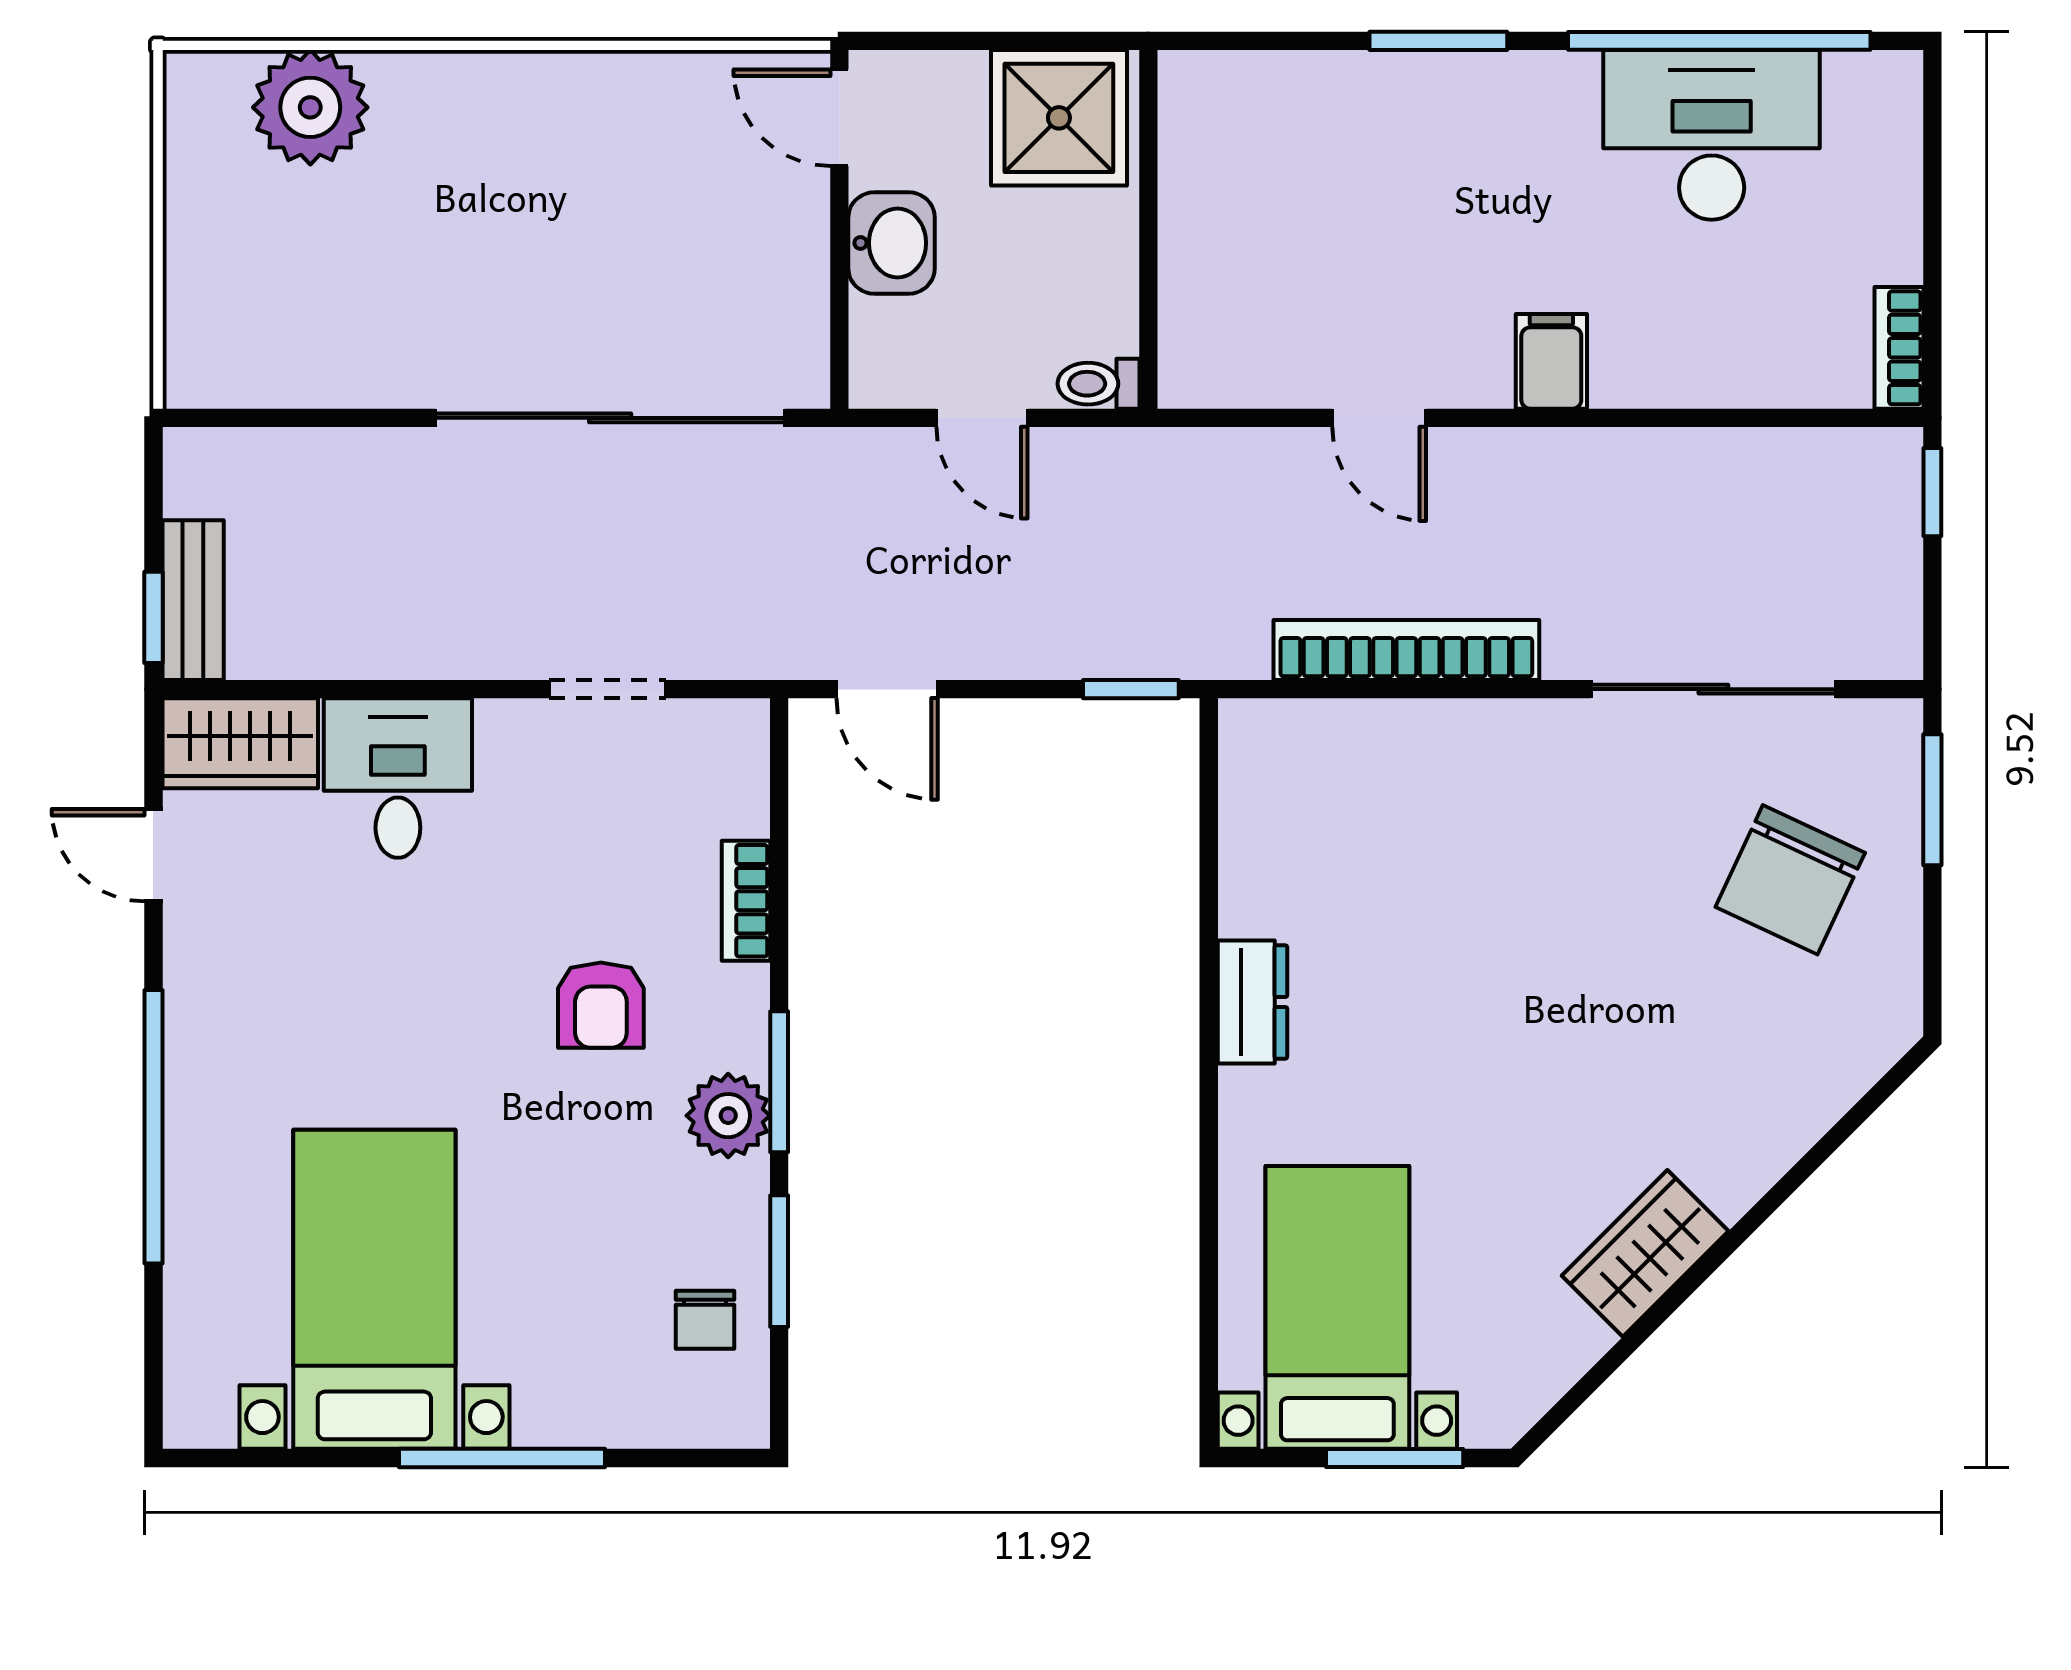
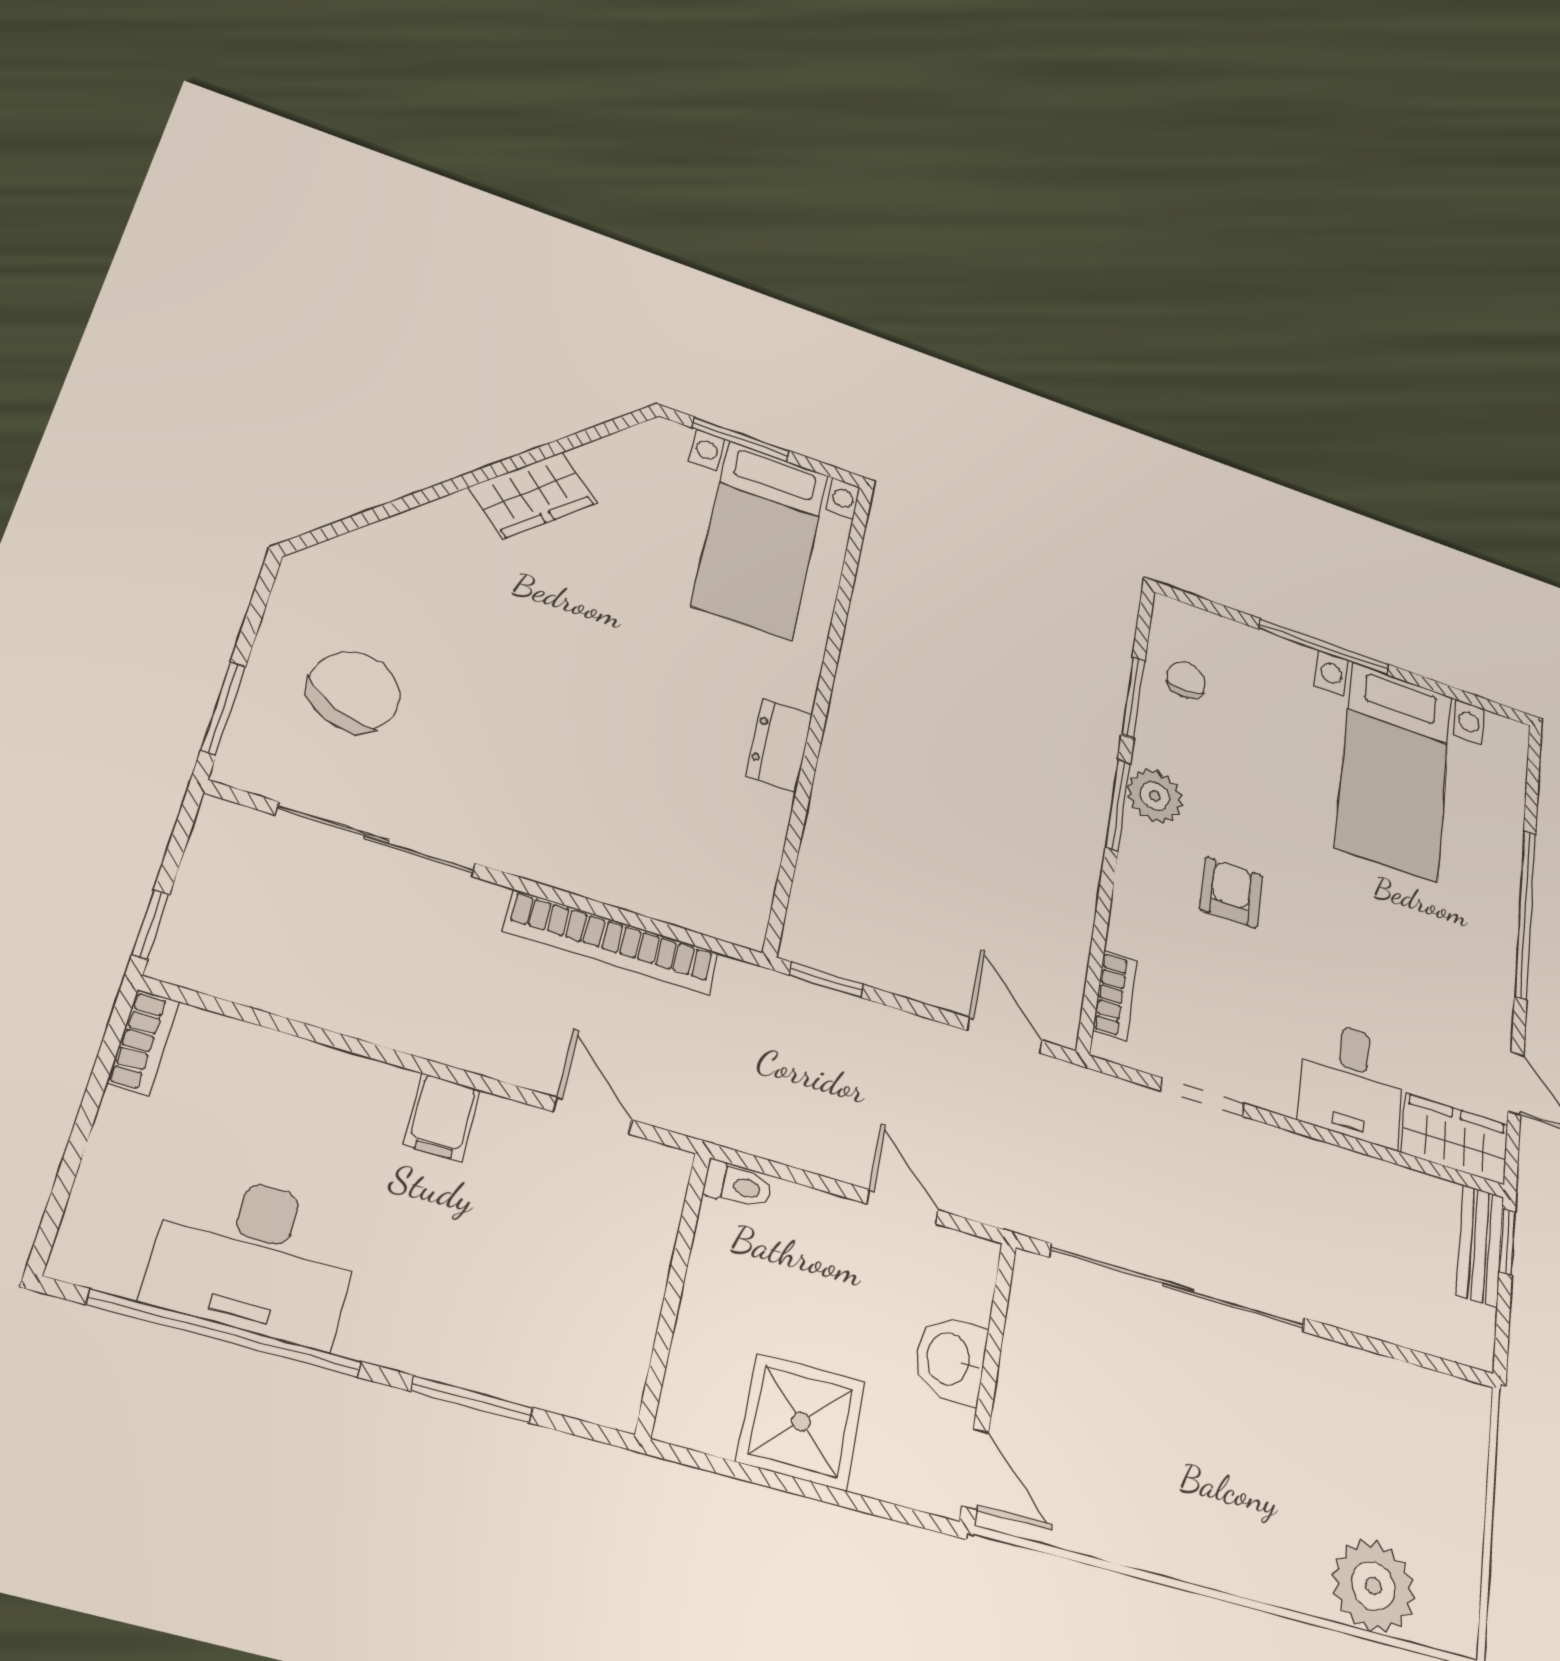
wall: (1148, 229) -> (673, 1292), moved
toilet: (1099, 384) -> (738, 1185), moved
bookcase: (746, 901) -> (1115, 996), moved

